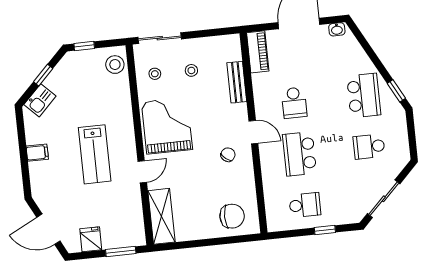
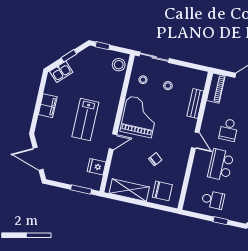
filing cabinet: (37, 153) -> (48, 106), width x2.00
chair: (228, 155) -> (155, 159), moved
shelving: (161, 216) -> (129, 190), moved, turned 90
fridge: (91, 239) -> (96, 167), moved, turned -90

